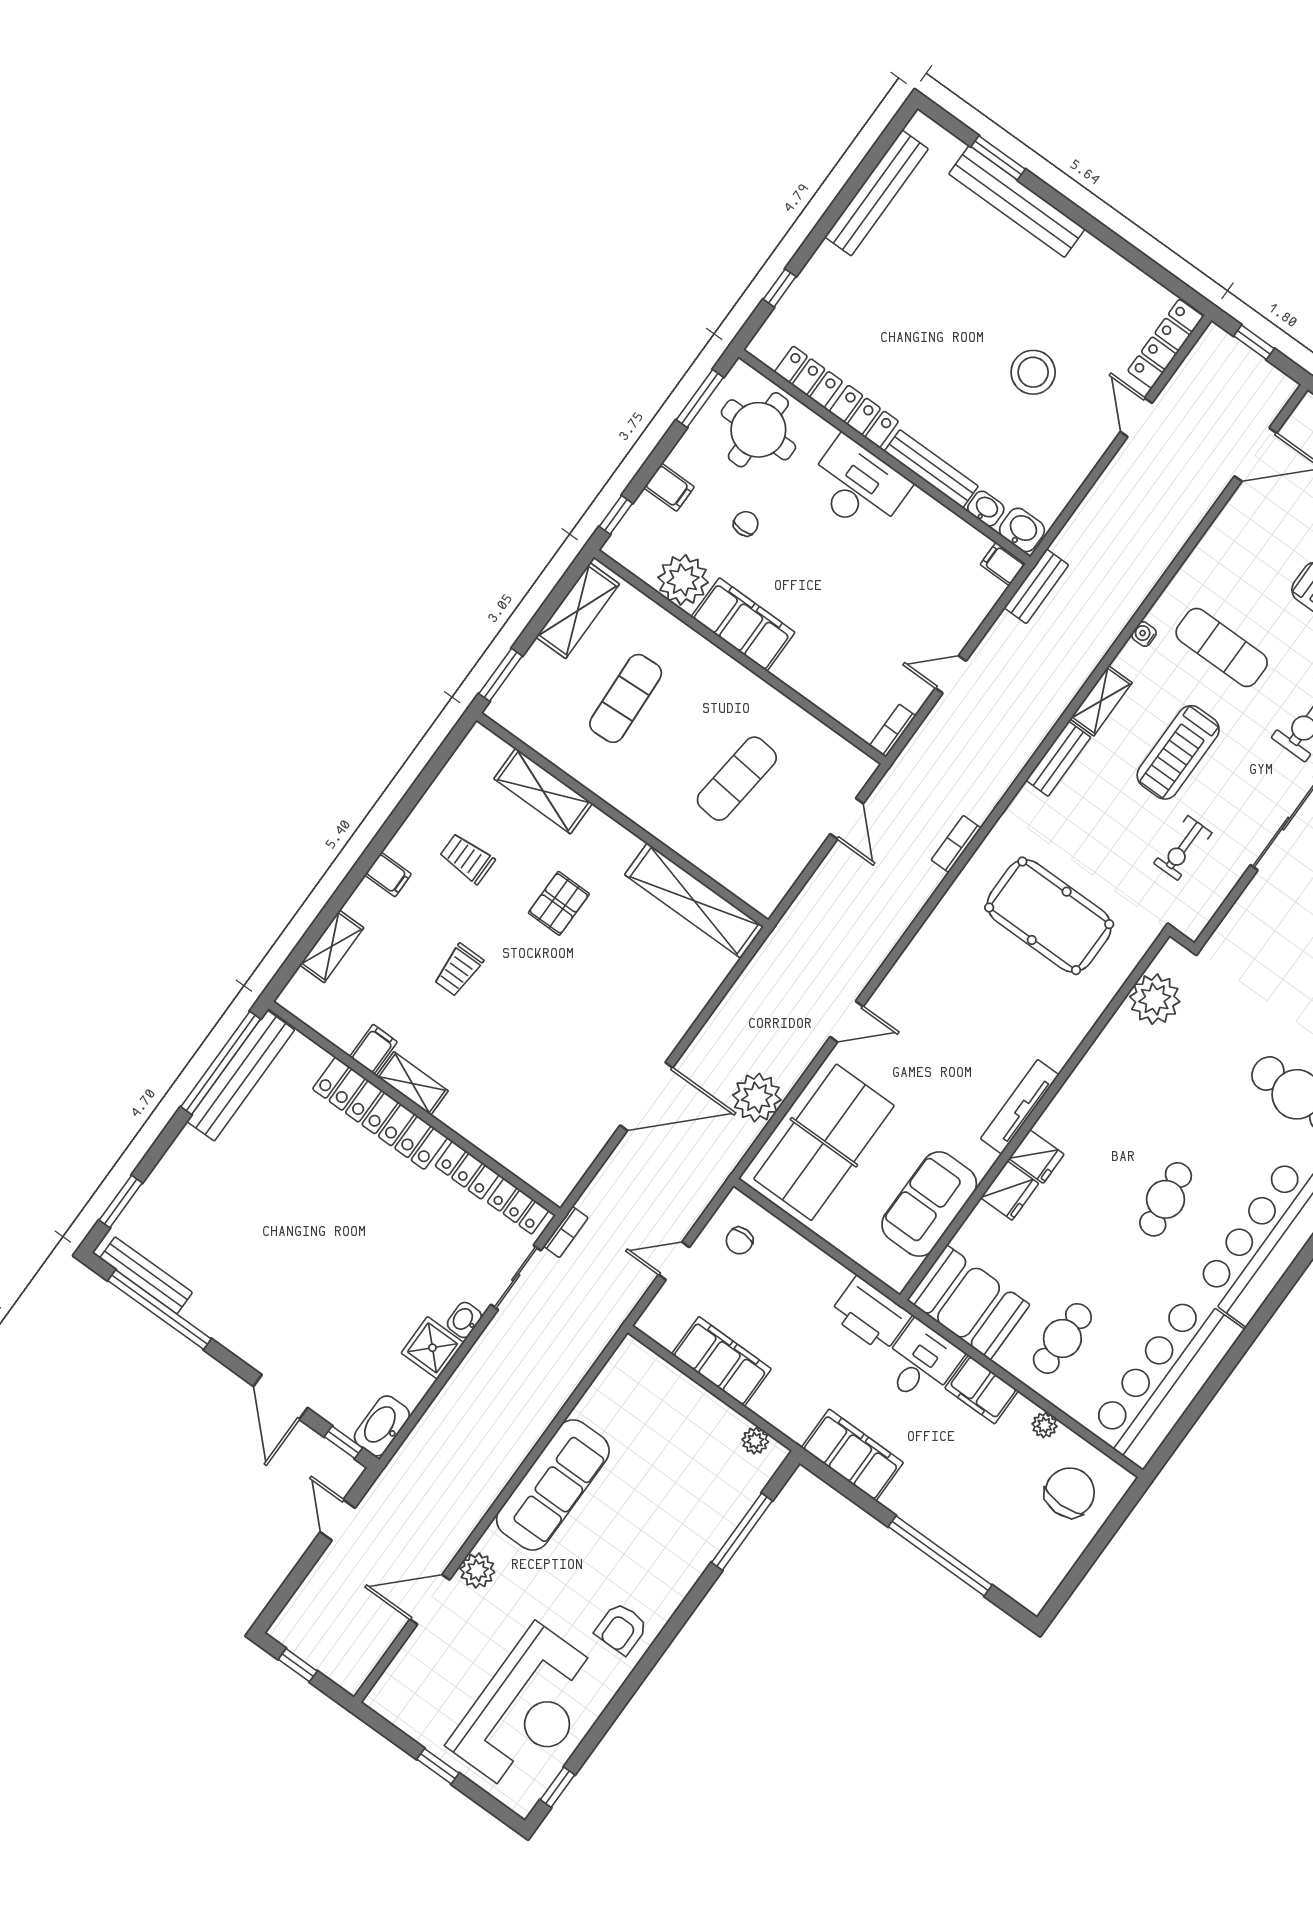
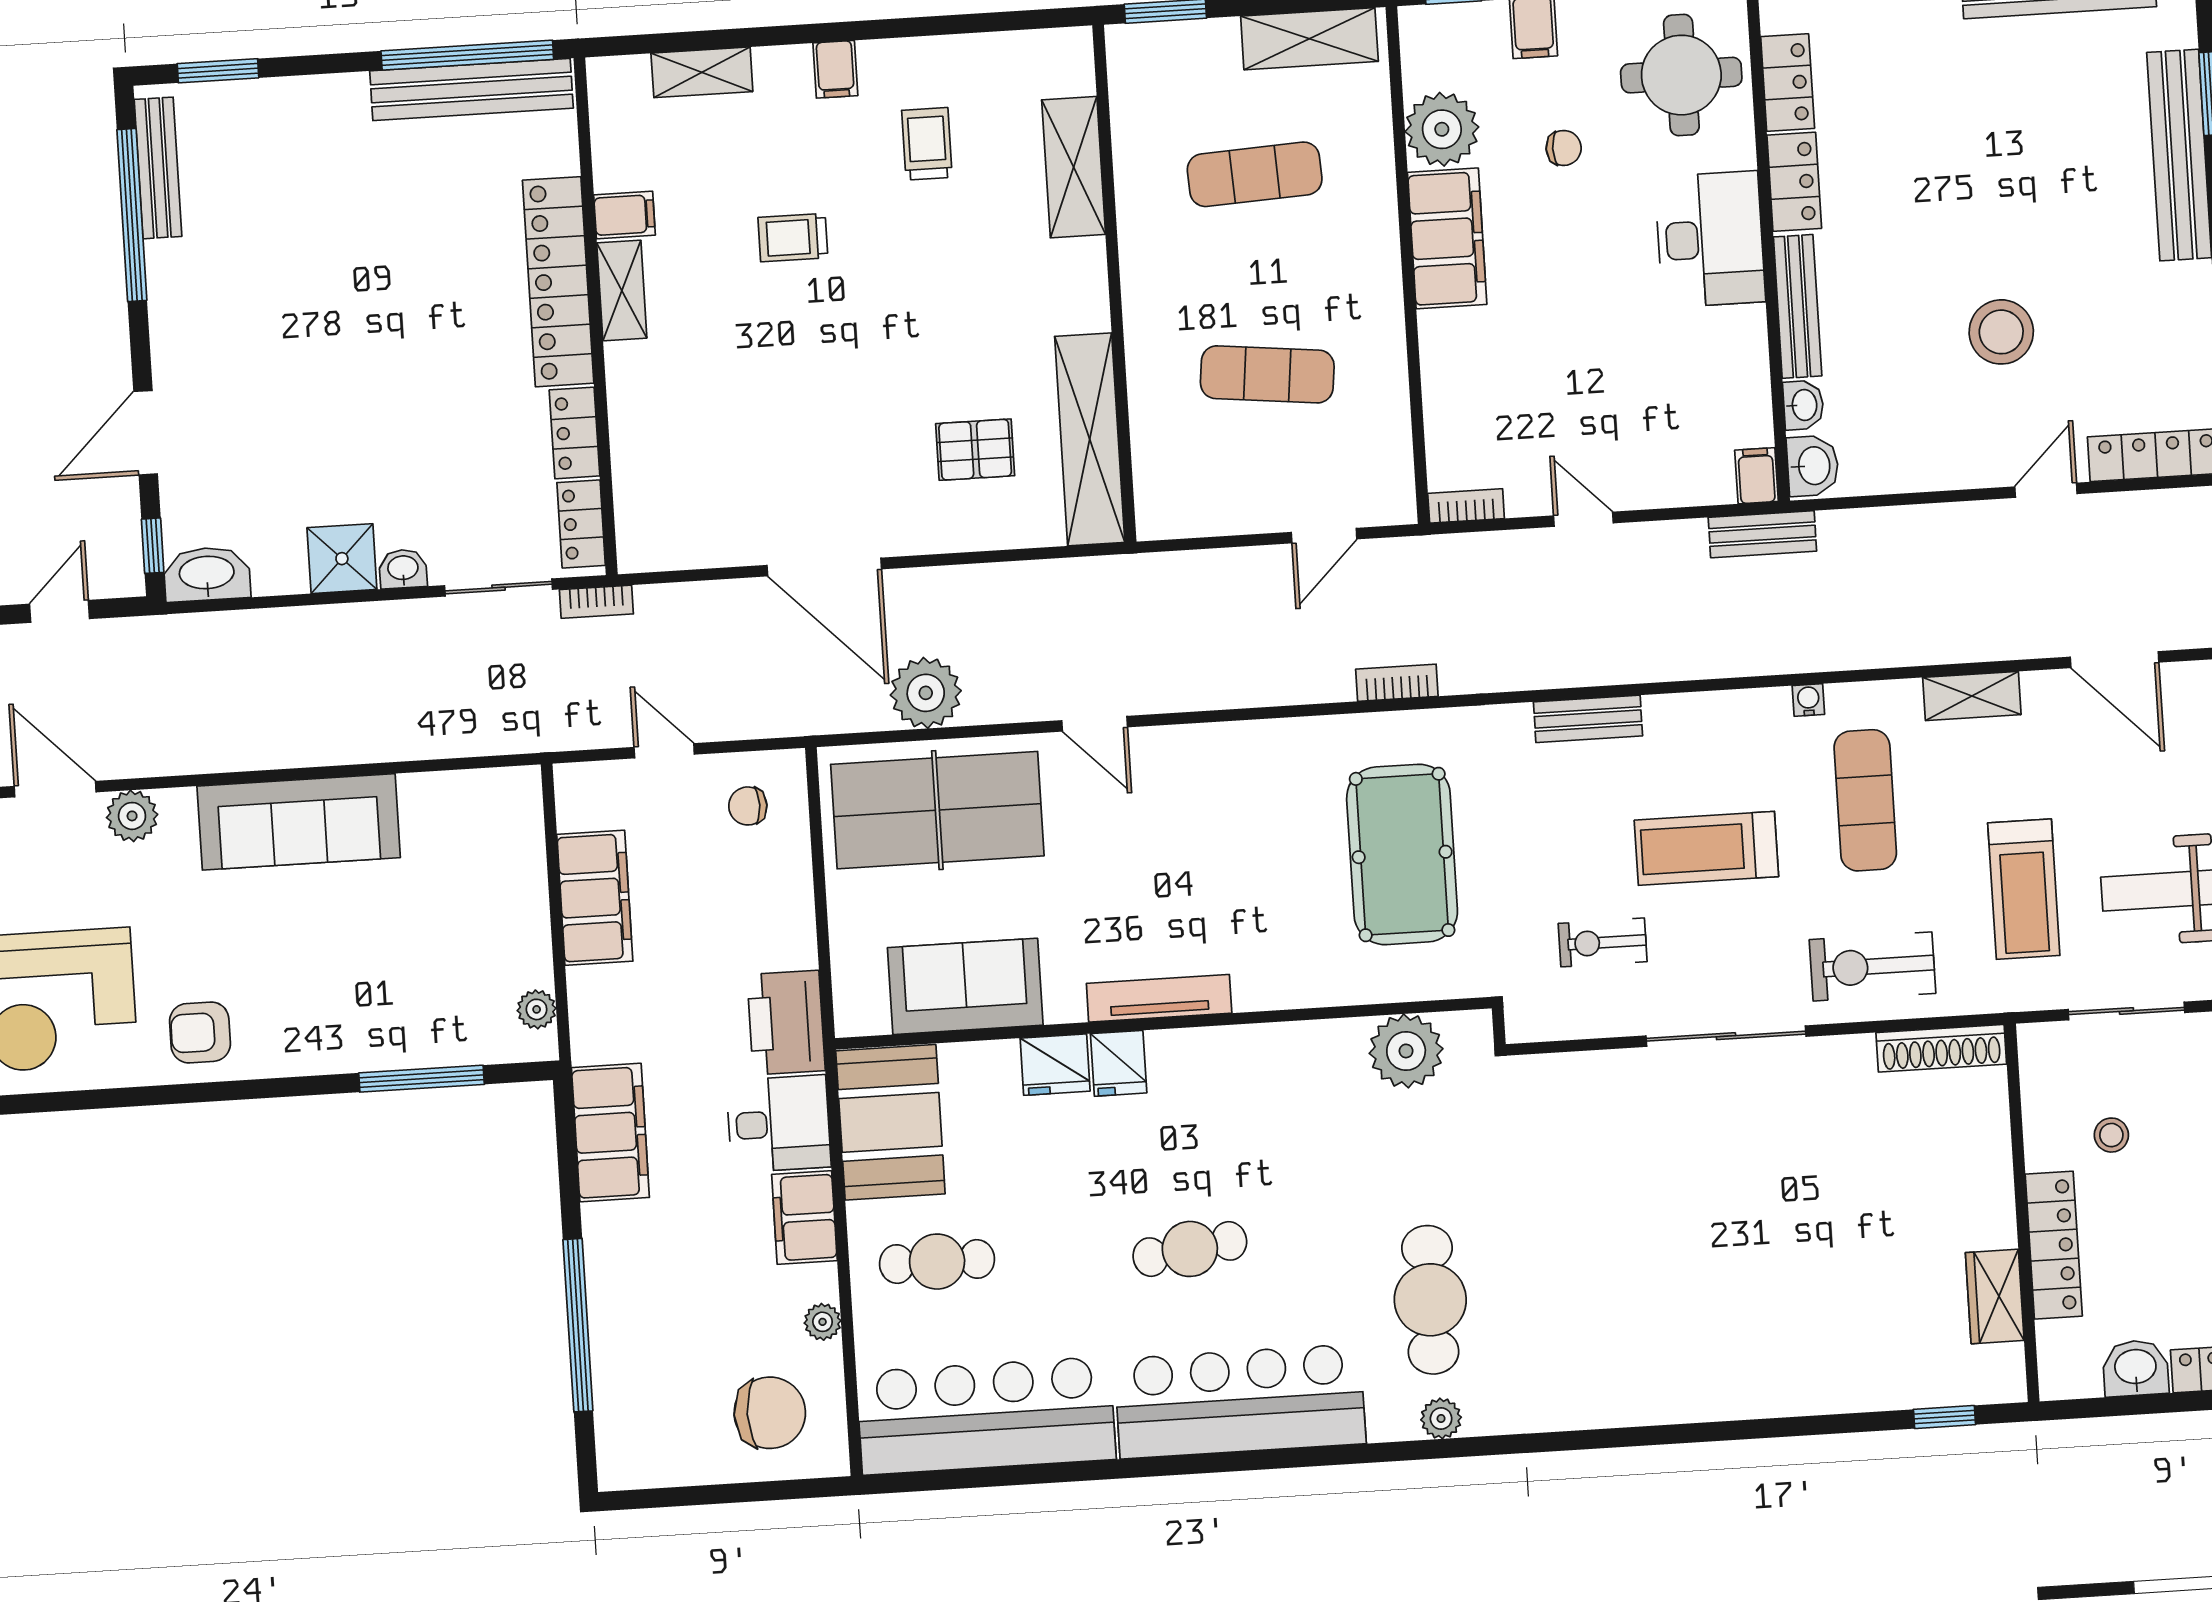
shelving: (1101, 701) -> (1972, 696), moved
pallet: (559, 903) -> (975, 450), moved

